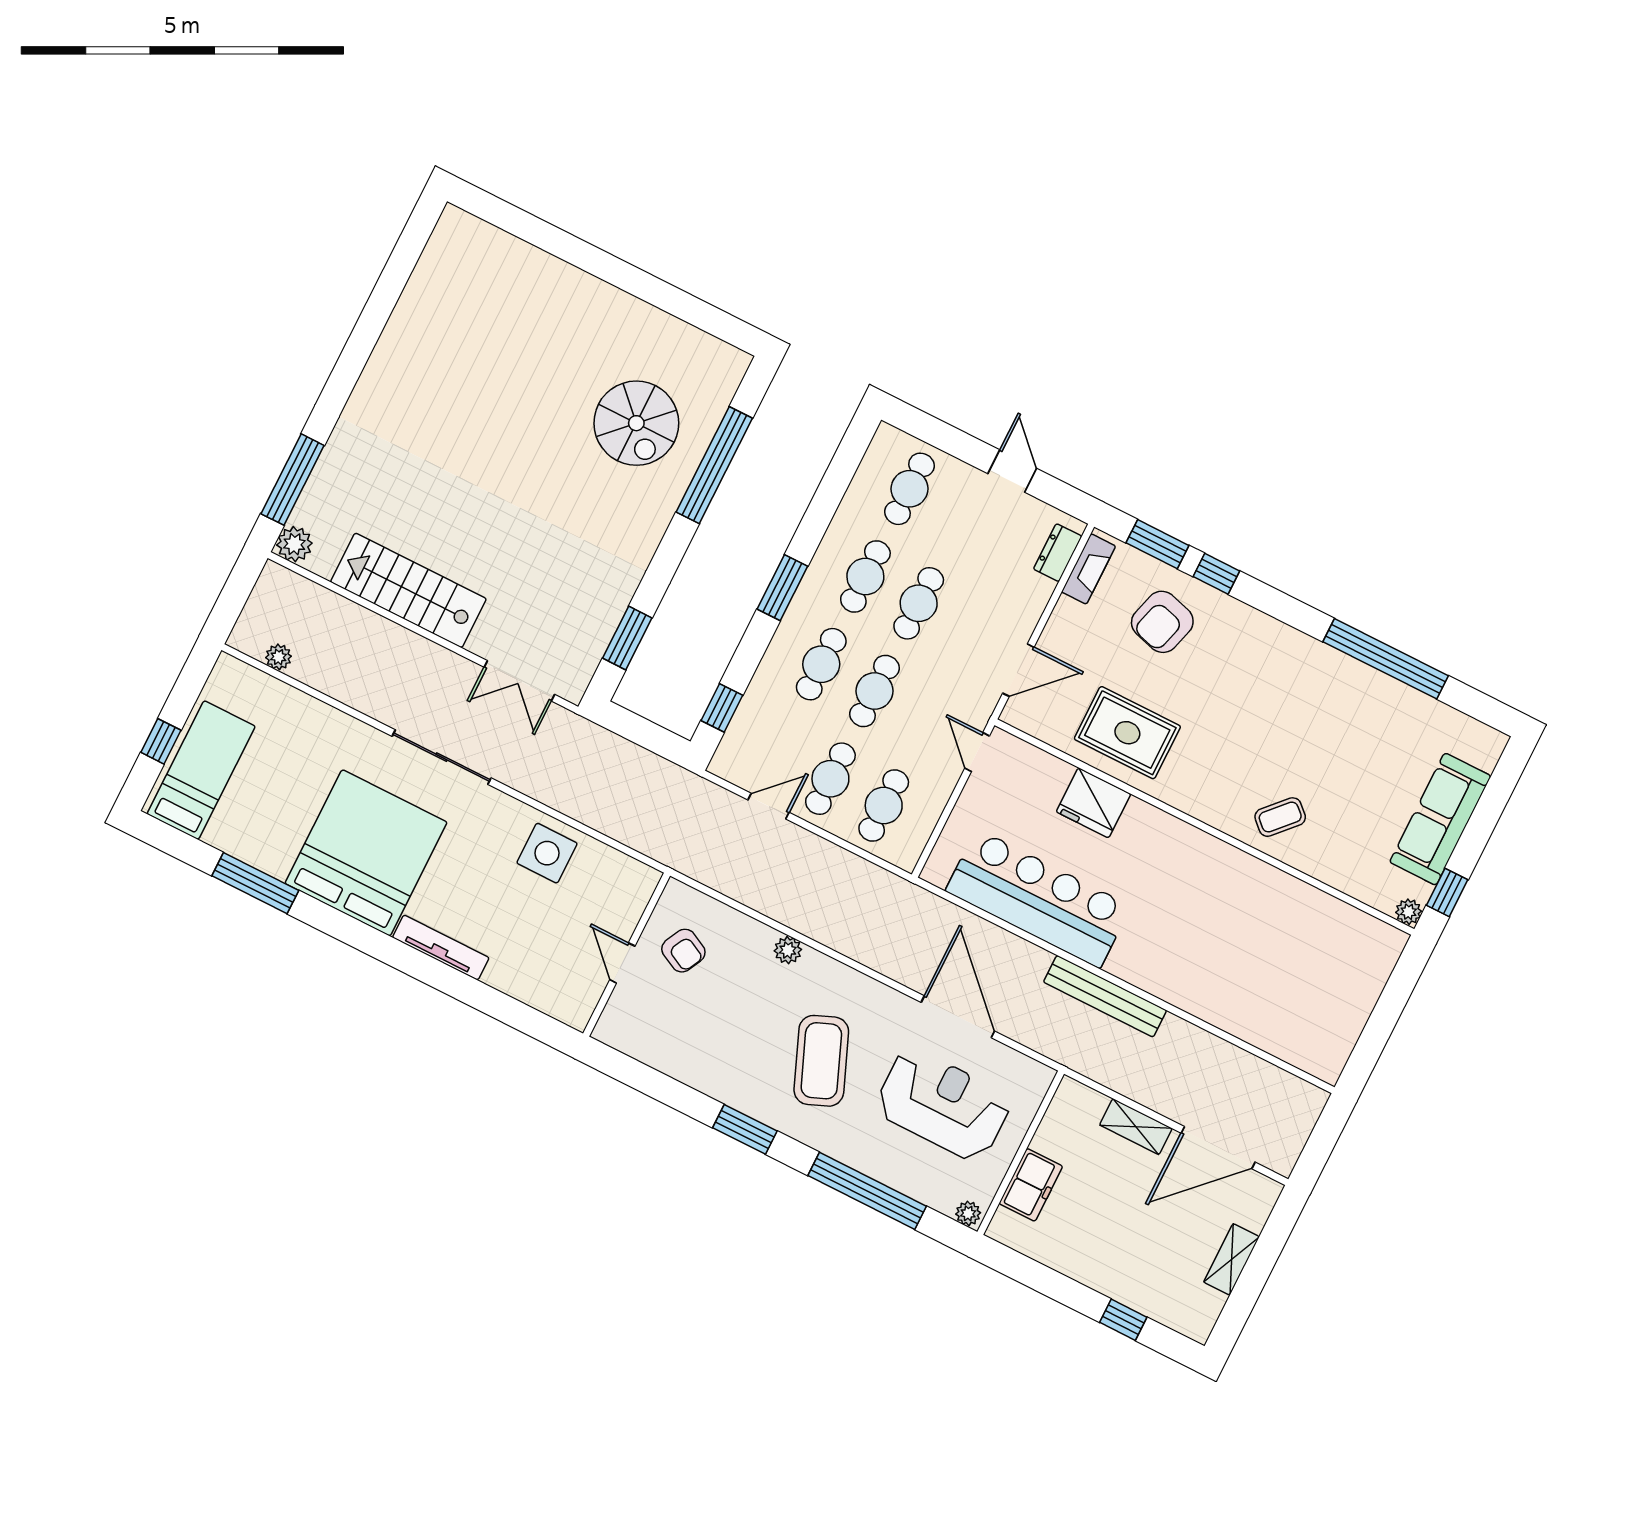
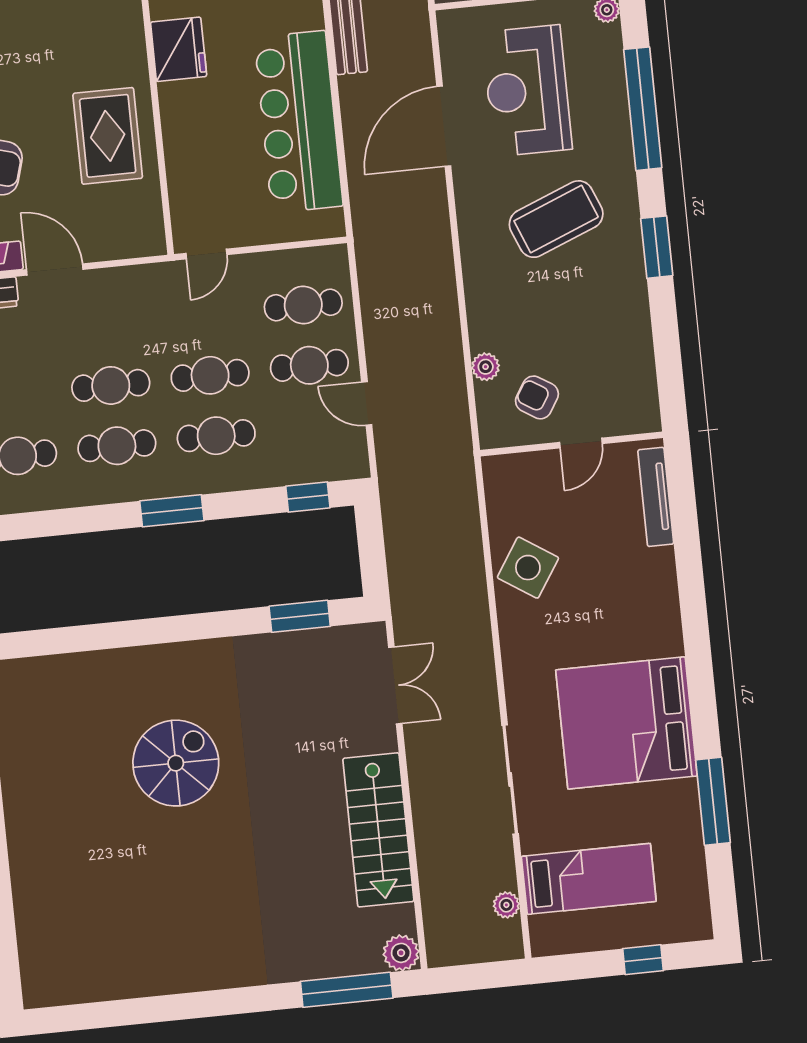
spiral stairs: (636, 423) -> (176, 763), moved
window: (714, 465) -> (104, 636), removed
door: (1018, 670) -> (55, 269), moved
sliding door: (442, 757) -> (510, 780), moved
bed: (201, 770) -> (589, 879), moved, turned 180
fridge: (1093, 803) -> (179, 49), moved
side table: (547, 853) -> (528, 568), turned 33
tv unit: (441, 948) -> (656, 497), moved
plant: (788, 950) -> (486, 367), moved
armchair: (683, 951) -> (537, 397), turned -85

